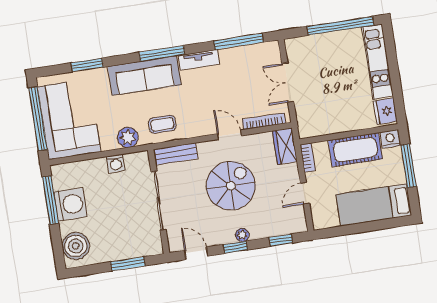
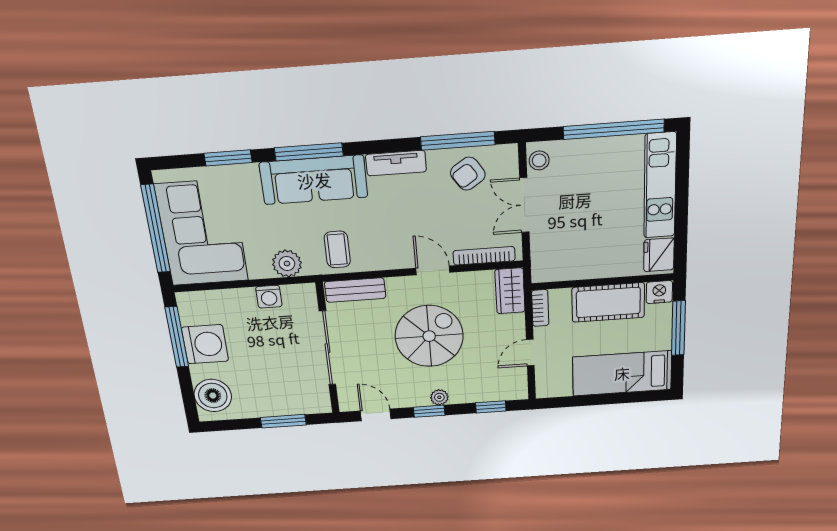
stool: (294, 51) -> (539, 160), added
window: (162, 53) -> (309, 152), moved
armchair: (247, 63) -> (468, 174), added
coffee table: (162, 124) -> (337, 249), turned 90

